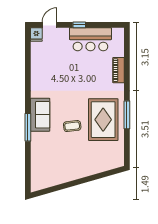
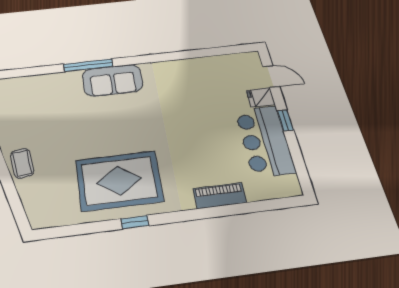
fridge: (36, 35) -> (261, 98), moved
window: (127, 115) -> (135, 222), width x0.46
coffee table: (72, 126) -> (22, 163), moved

